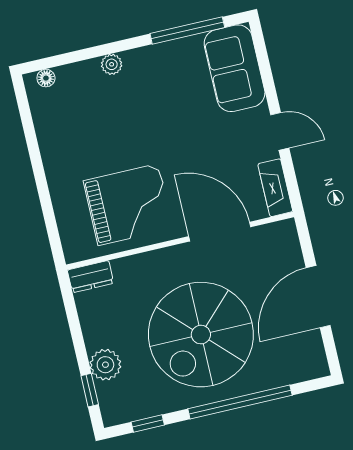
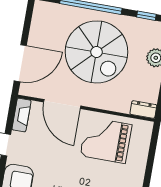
door: (318, 297) -> (20, 63), moved
spiral stairs: (201, 335) -> (96, 52), turned 90

